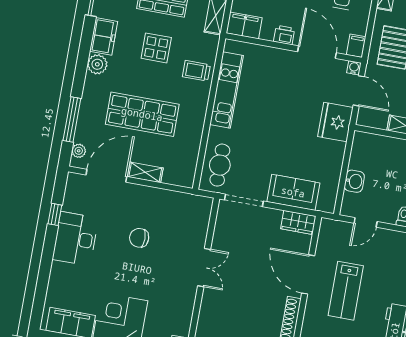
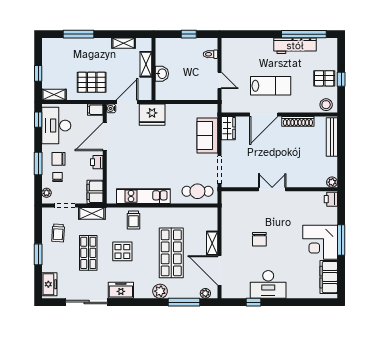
plant: (97, 64) -> (160, 291), moved
washbasin: (354, 181) -> (162, 74), moved, turned 90

